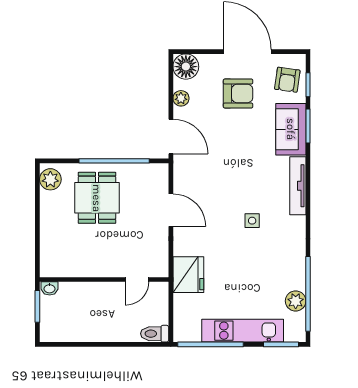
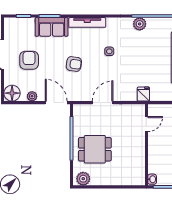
armchair: (287, 80) -> (74, 64), moved
door: (171, 136) -> (56, 103), hinge flipped
fridge: (188, 275) -> (143, 94), width x0.53, depth x0.75
door: (137, 279) -> (146, 124), hinge flipped
plant: (296, 301) -> (140, 24), moved

